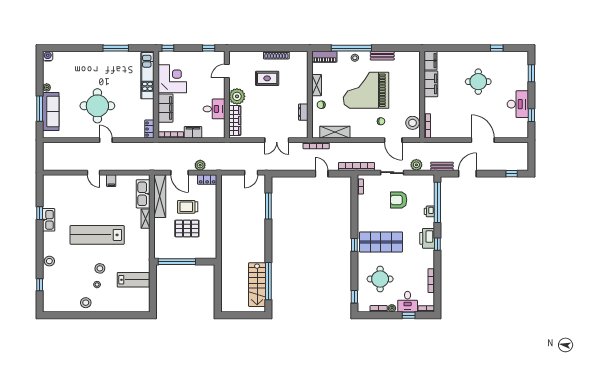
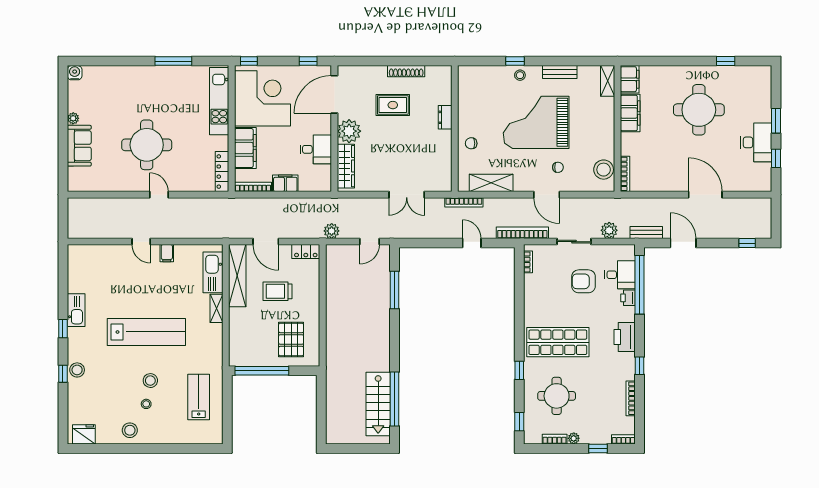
window: (351, 48) -> (515, 61), width x0.32
piano: (324, 57) -> (476, 74), removed
door: (227, 71) -> (334, 94), width x1.87
window: (531, 73) -> (776, 121), moved
corner desk: (172, 79) -> (262, 98), width x1.36, depth x1.36
round table: (478, 82) -> (699, 110), width x1.36, depth x1.36
shelving: (317, 85) -> (608, 81), moved
window: (40, 109) -> (63, 149), removed
sofa: (51, 112) -> (79, 146), width x0.73
dresser: (303, 112) -> (445, 117), moved
locker: (149, 129) -> (222, 172), width x1.53
door: (393, 140) -> (547, 195), moved
plant: (200, 165) -> (332, 231), moved
door: (467, 174) -> (683, 243), hinge flipped
window: (40, 213) -> (63, 329), moved
pallet: (187, 228) -> (291, 339), moved, turned 90
lab bench: (97, 235) -> (146, 332), turned 180
window: (437, 244) -> (640, 366), moved
window: (354, 245) -> (519, 370), moved
lab bench: (133, 280) -> (199, 397), turned -90
window: (40, 285) -> (63, 374), moved
desk: (408, 302) -> (620, 275), moved, turned -90
fridge: (54, 306) -> (84, 434), added

